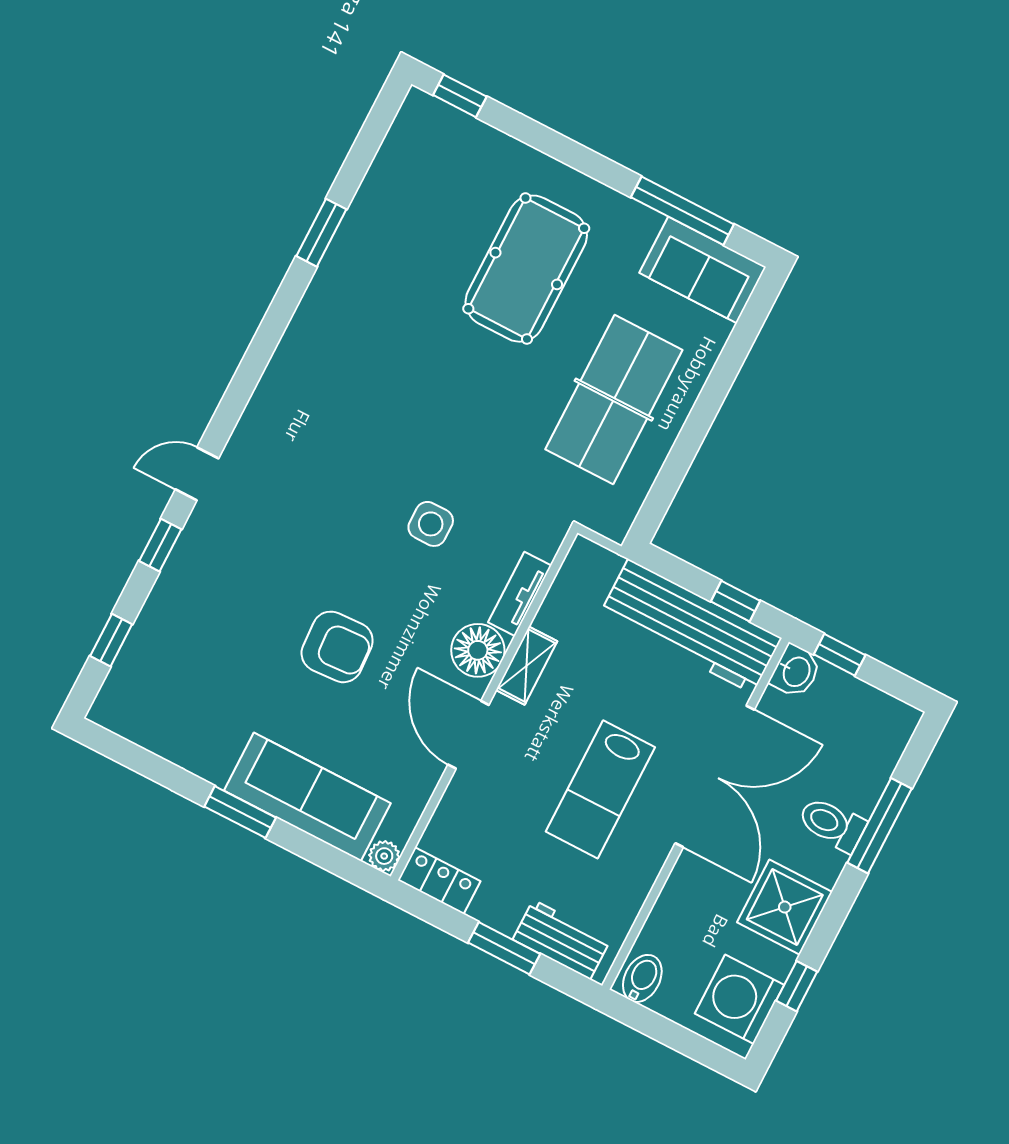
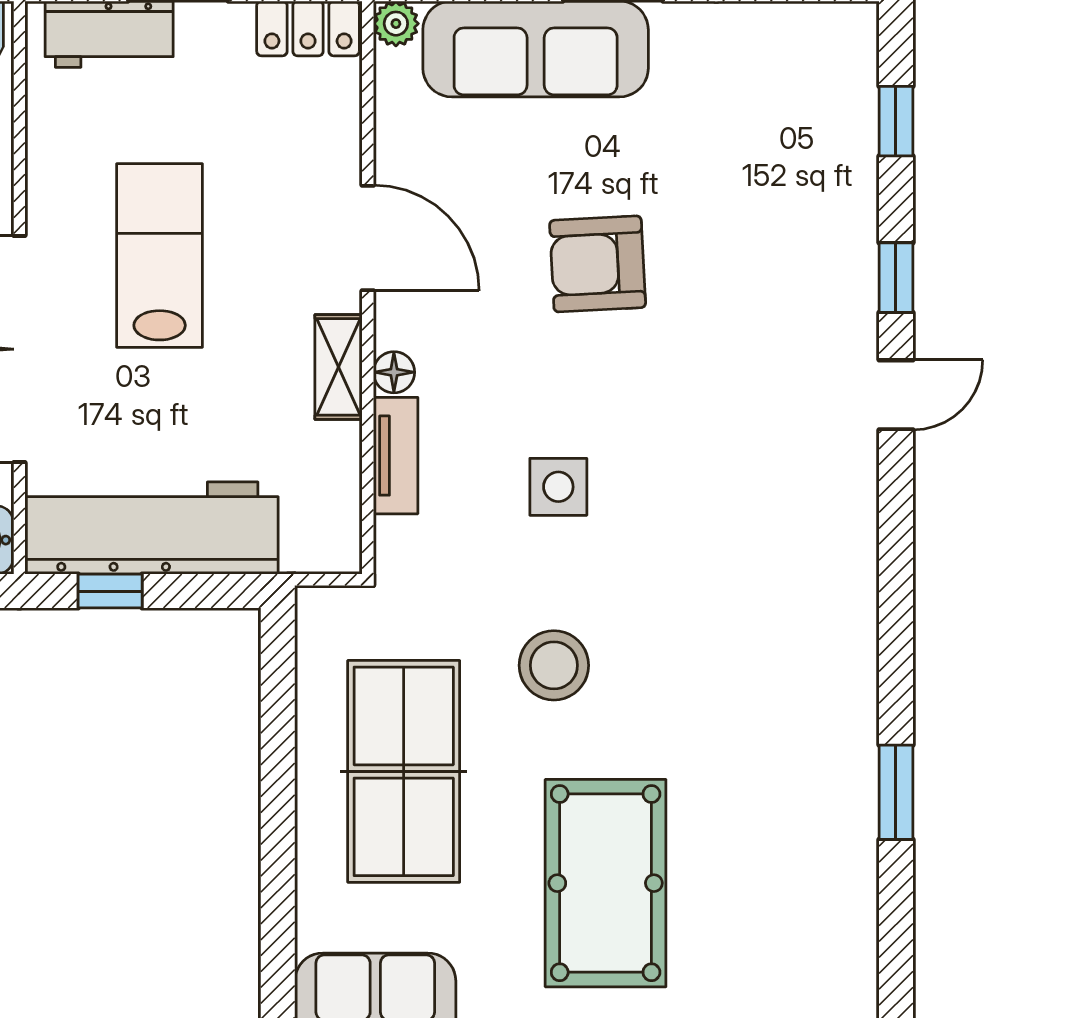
stool: (489, 417) -> (554, 665), added
floor lamp: (478, 650) -> (394, 372), width x0.53, depth x0.53

